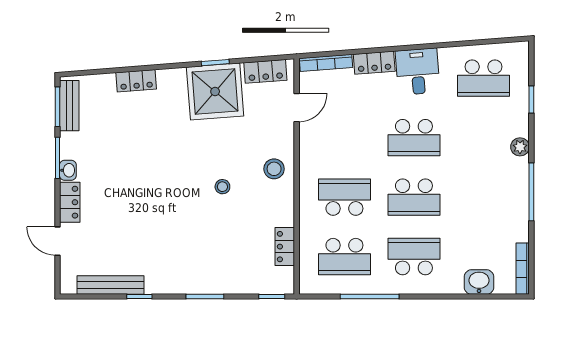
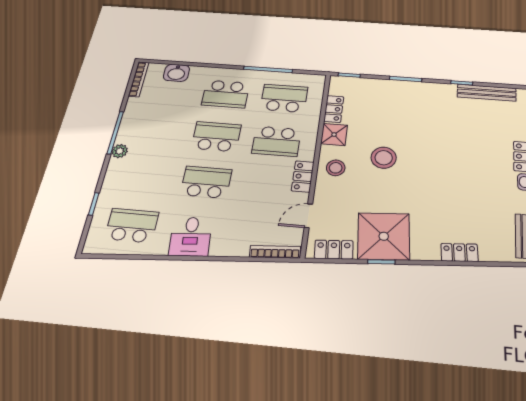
locker: (374, 63) -> (303, 176), moved, turned -86
plant: (520, 147) -> (120, 151), moved
stool: (222, 187) -> (384, 158), width x1.89, depth x1.89
shower: (281, 212) -> (334, 135), added

